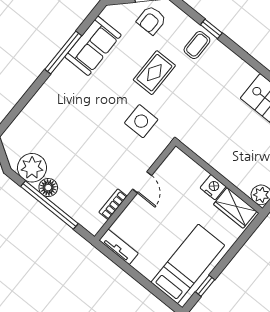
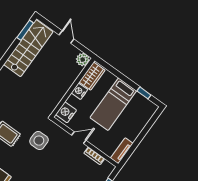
nightstand: (182, 165) -> (66, 112), added
bed: (188, 264) -> (113, 104), moved, turned -90

